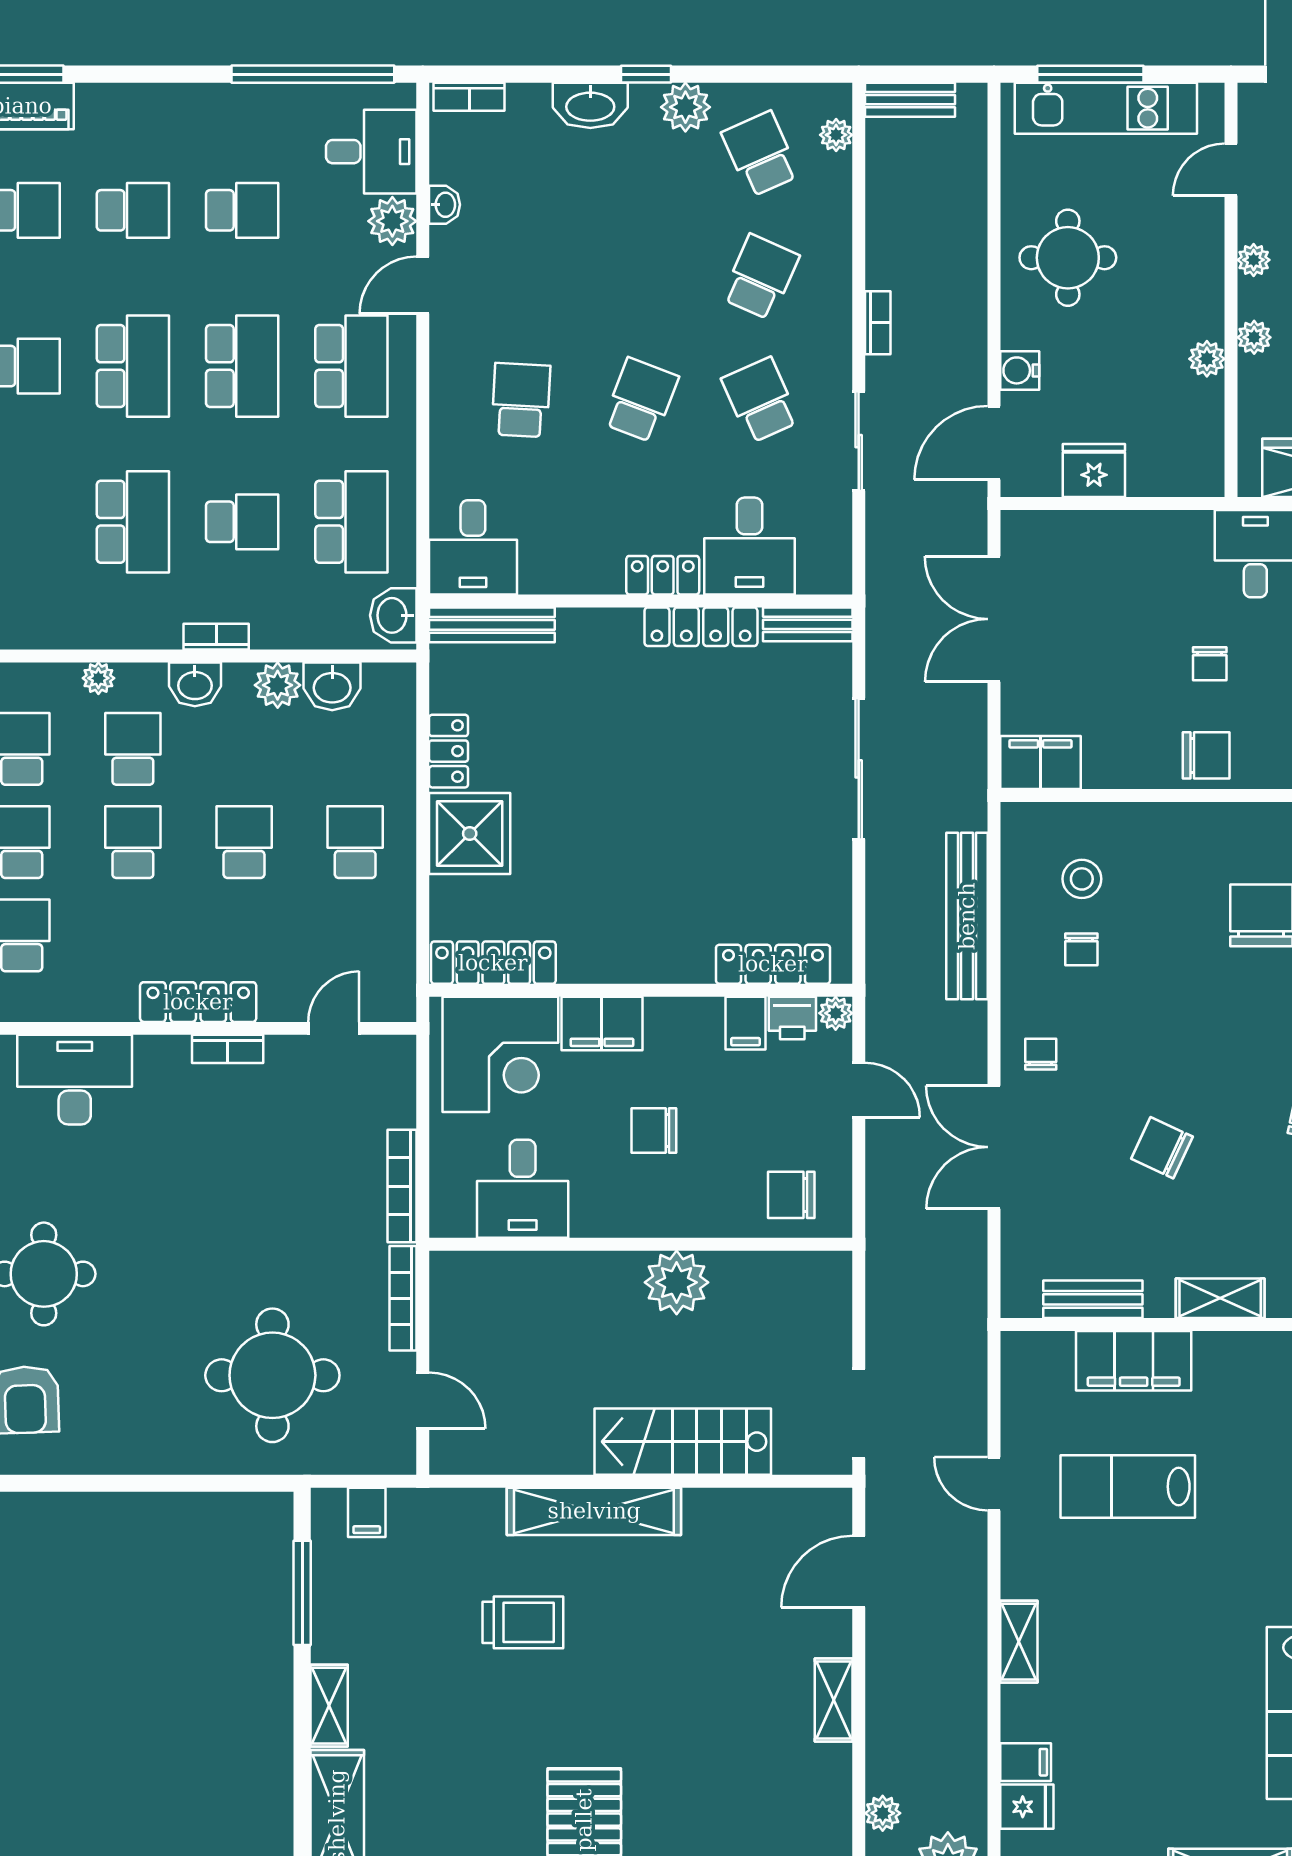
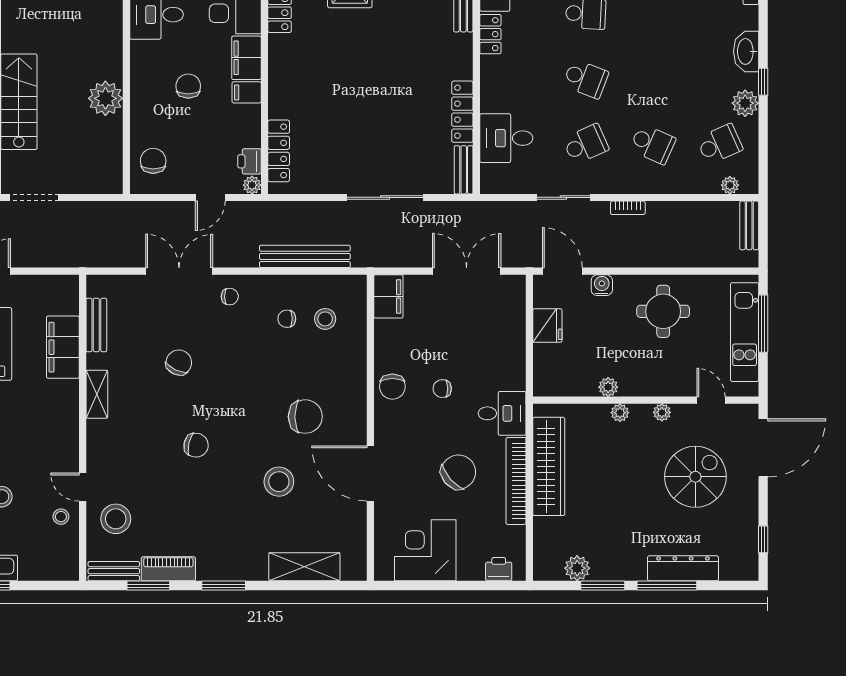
locker: (663, 575) -> (490, 34), moved
filing cabinet: (745, 1023) -> (247, 92), moved

